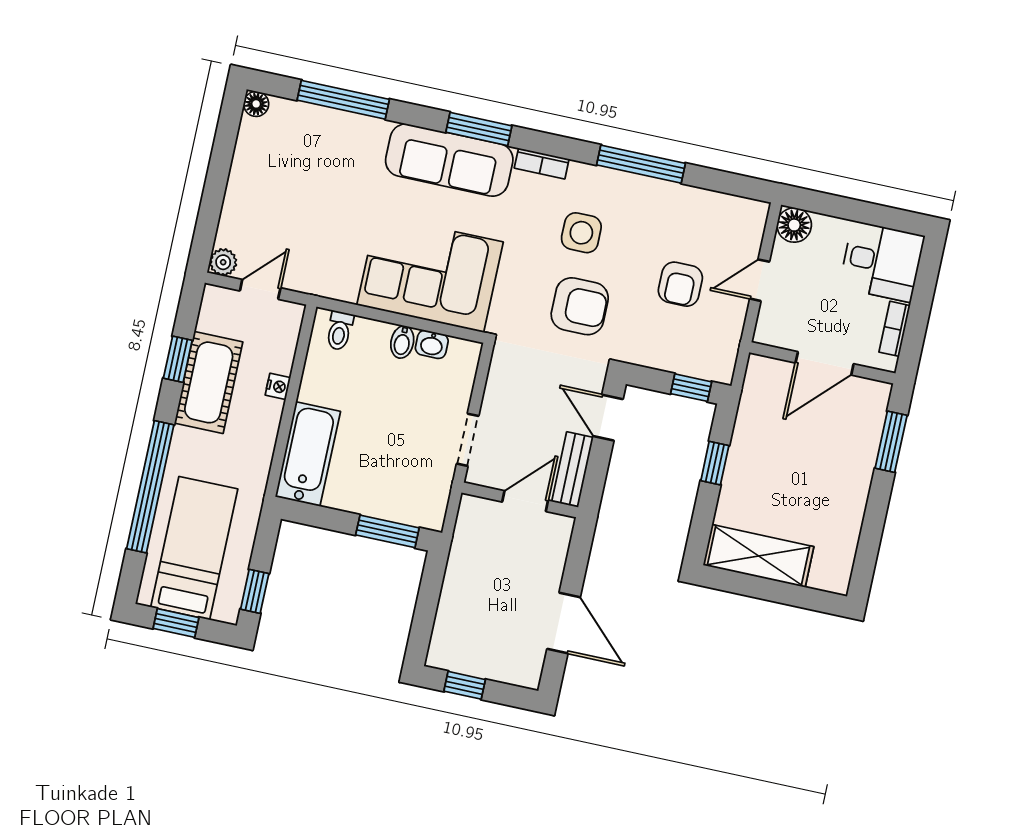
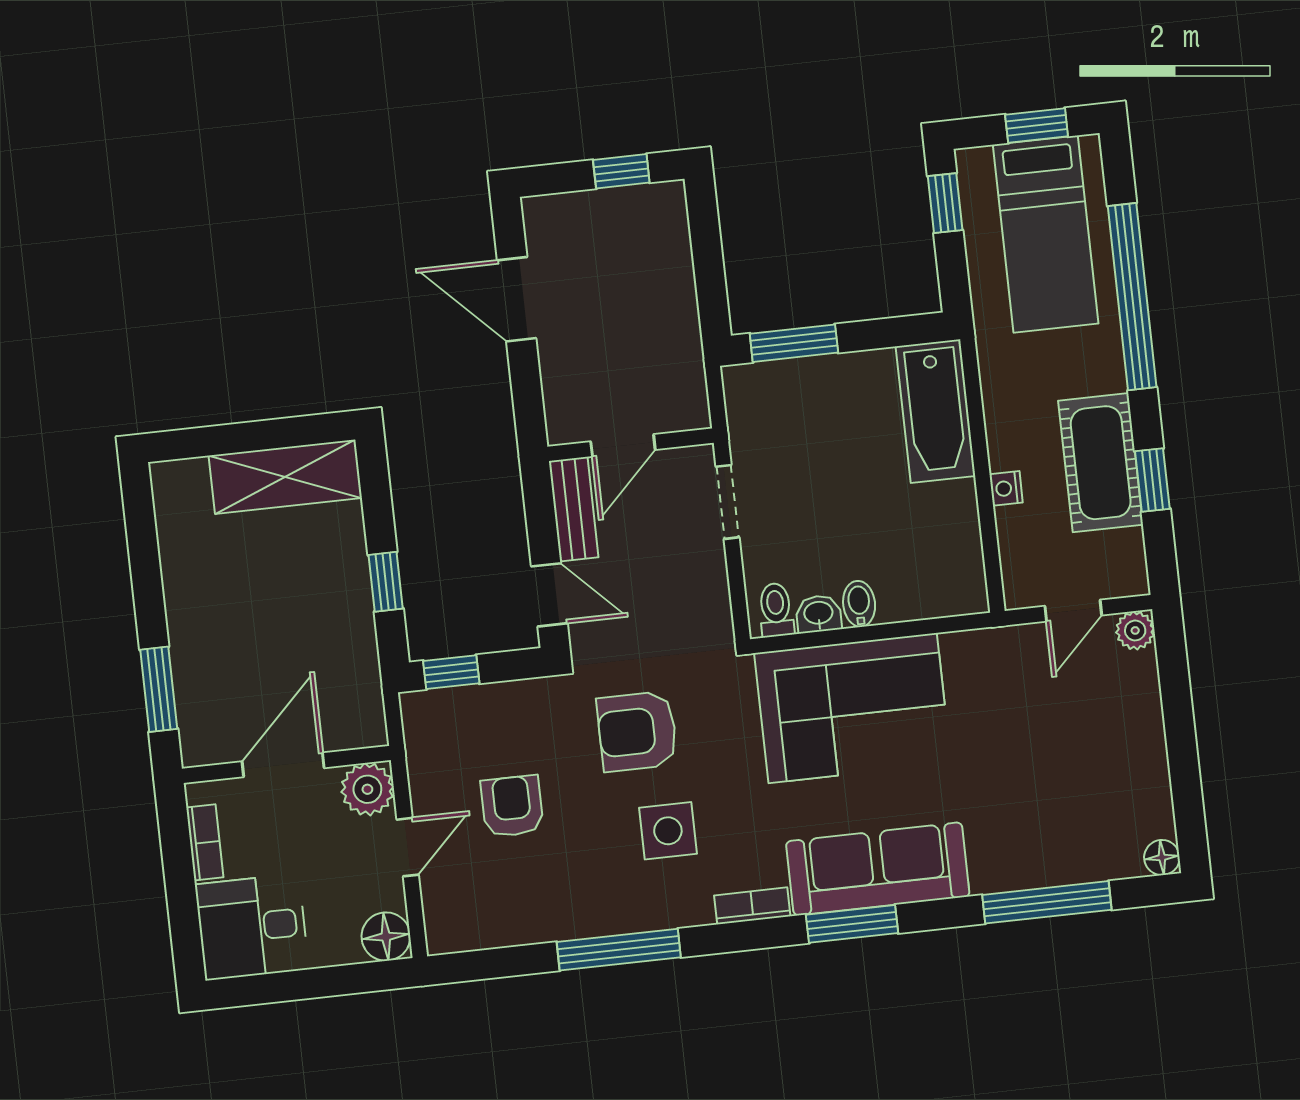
plant: (774, 328) -> (367, 789), added
toilet: (340, 331) -> (776, 610), moved

